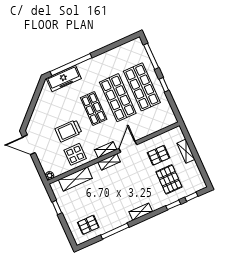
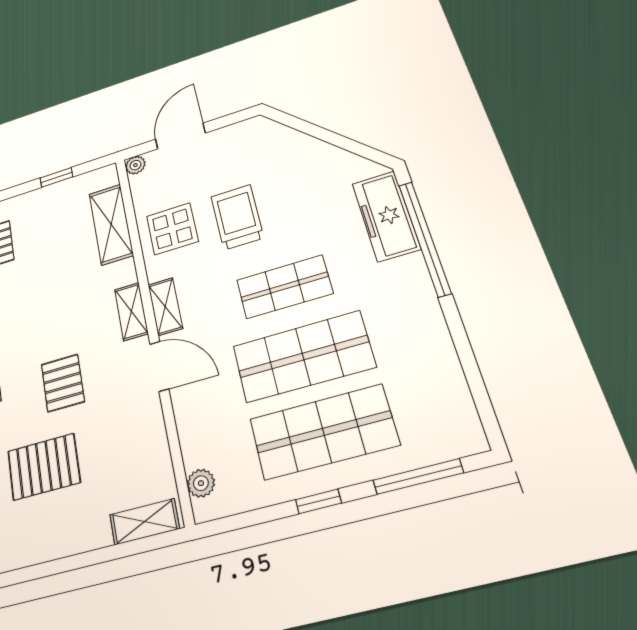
plant: (165, 123) -> (201, 483), added
door: (29, 145) -> (180, 136), moved
shelving: (186, 151) -> (144, 522), moved
pallet: (158, 155) -> (63, 383), moved

